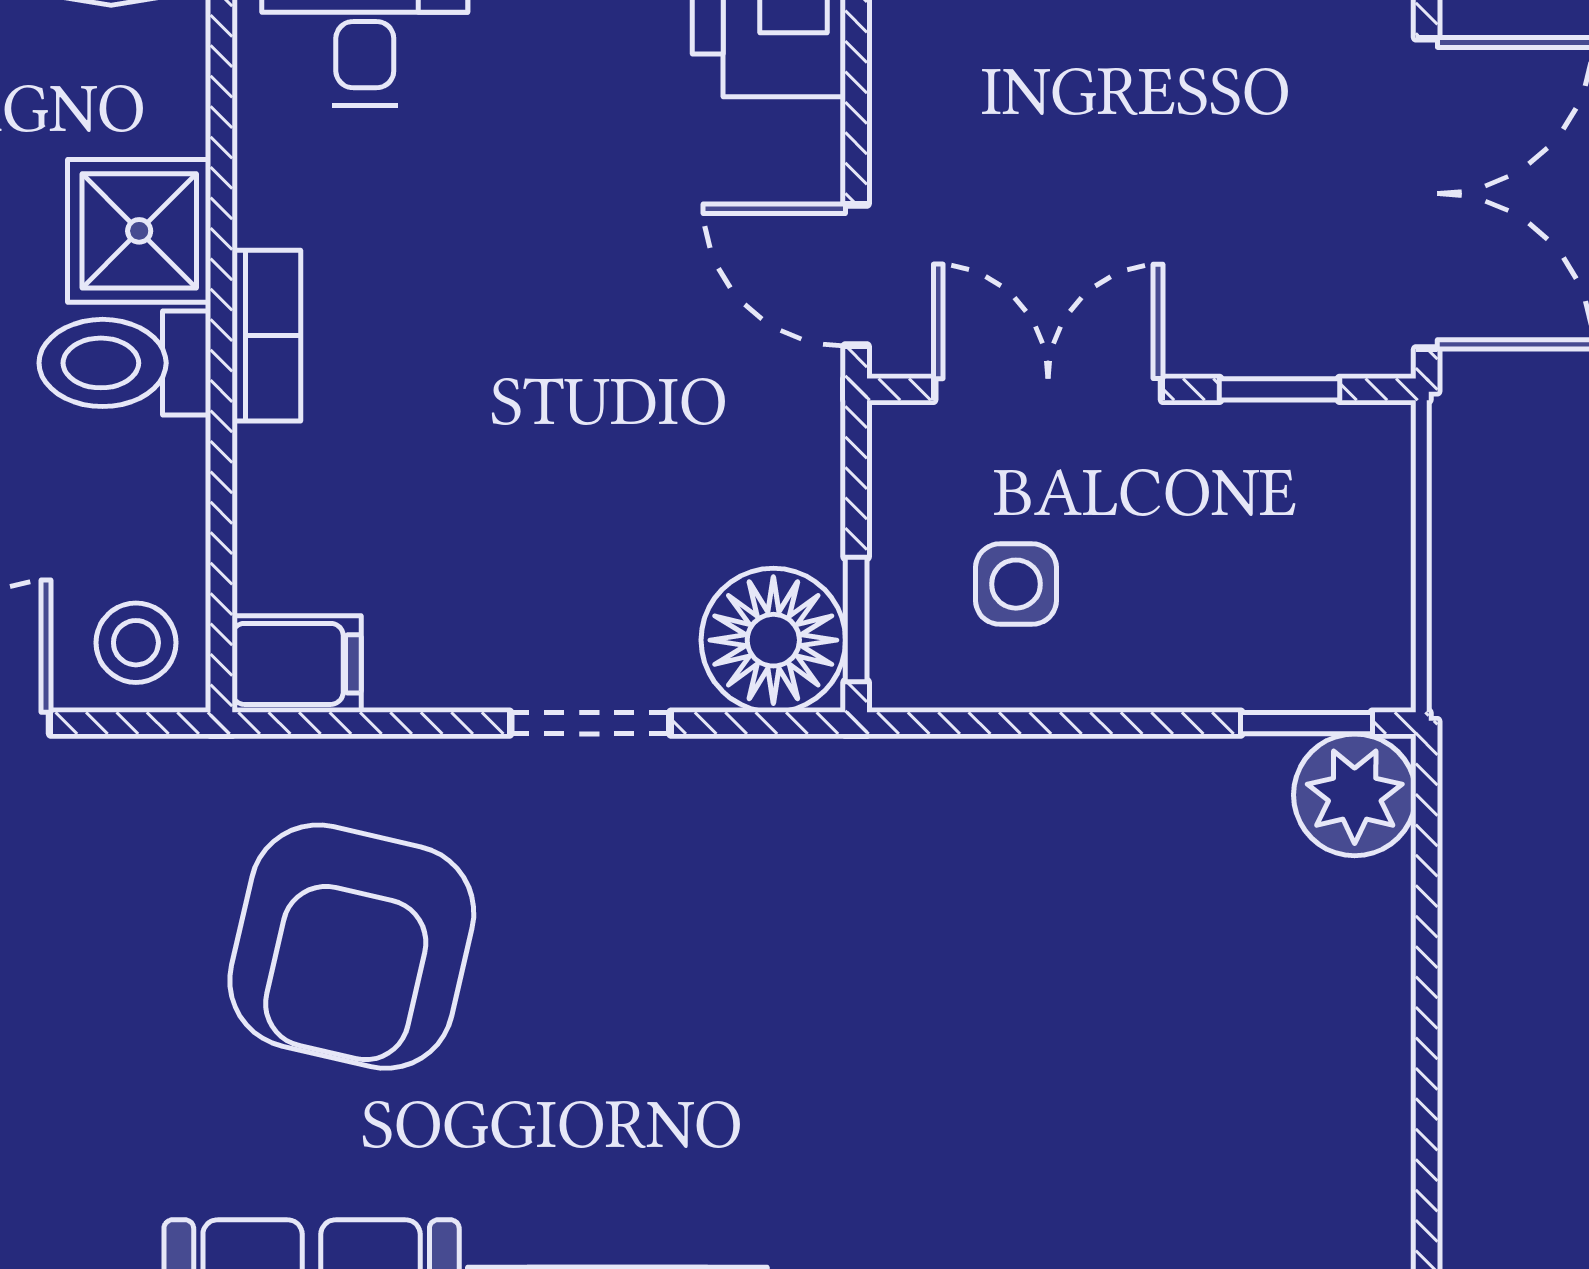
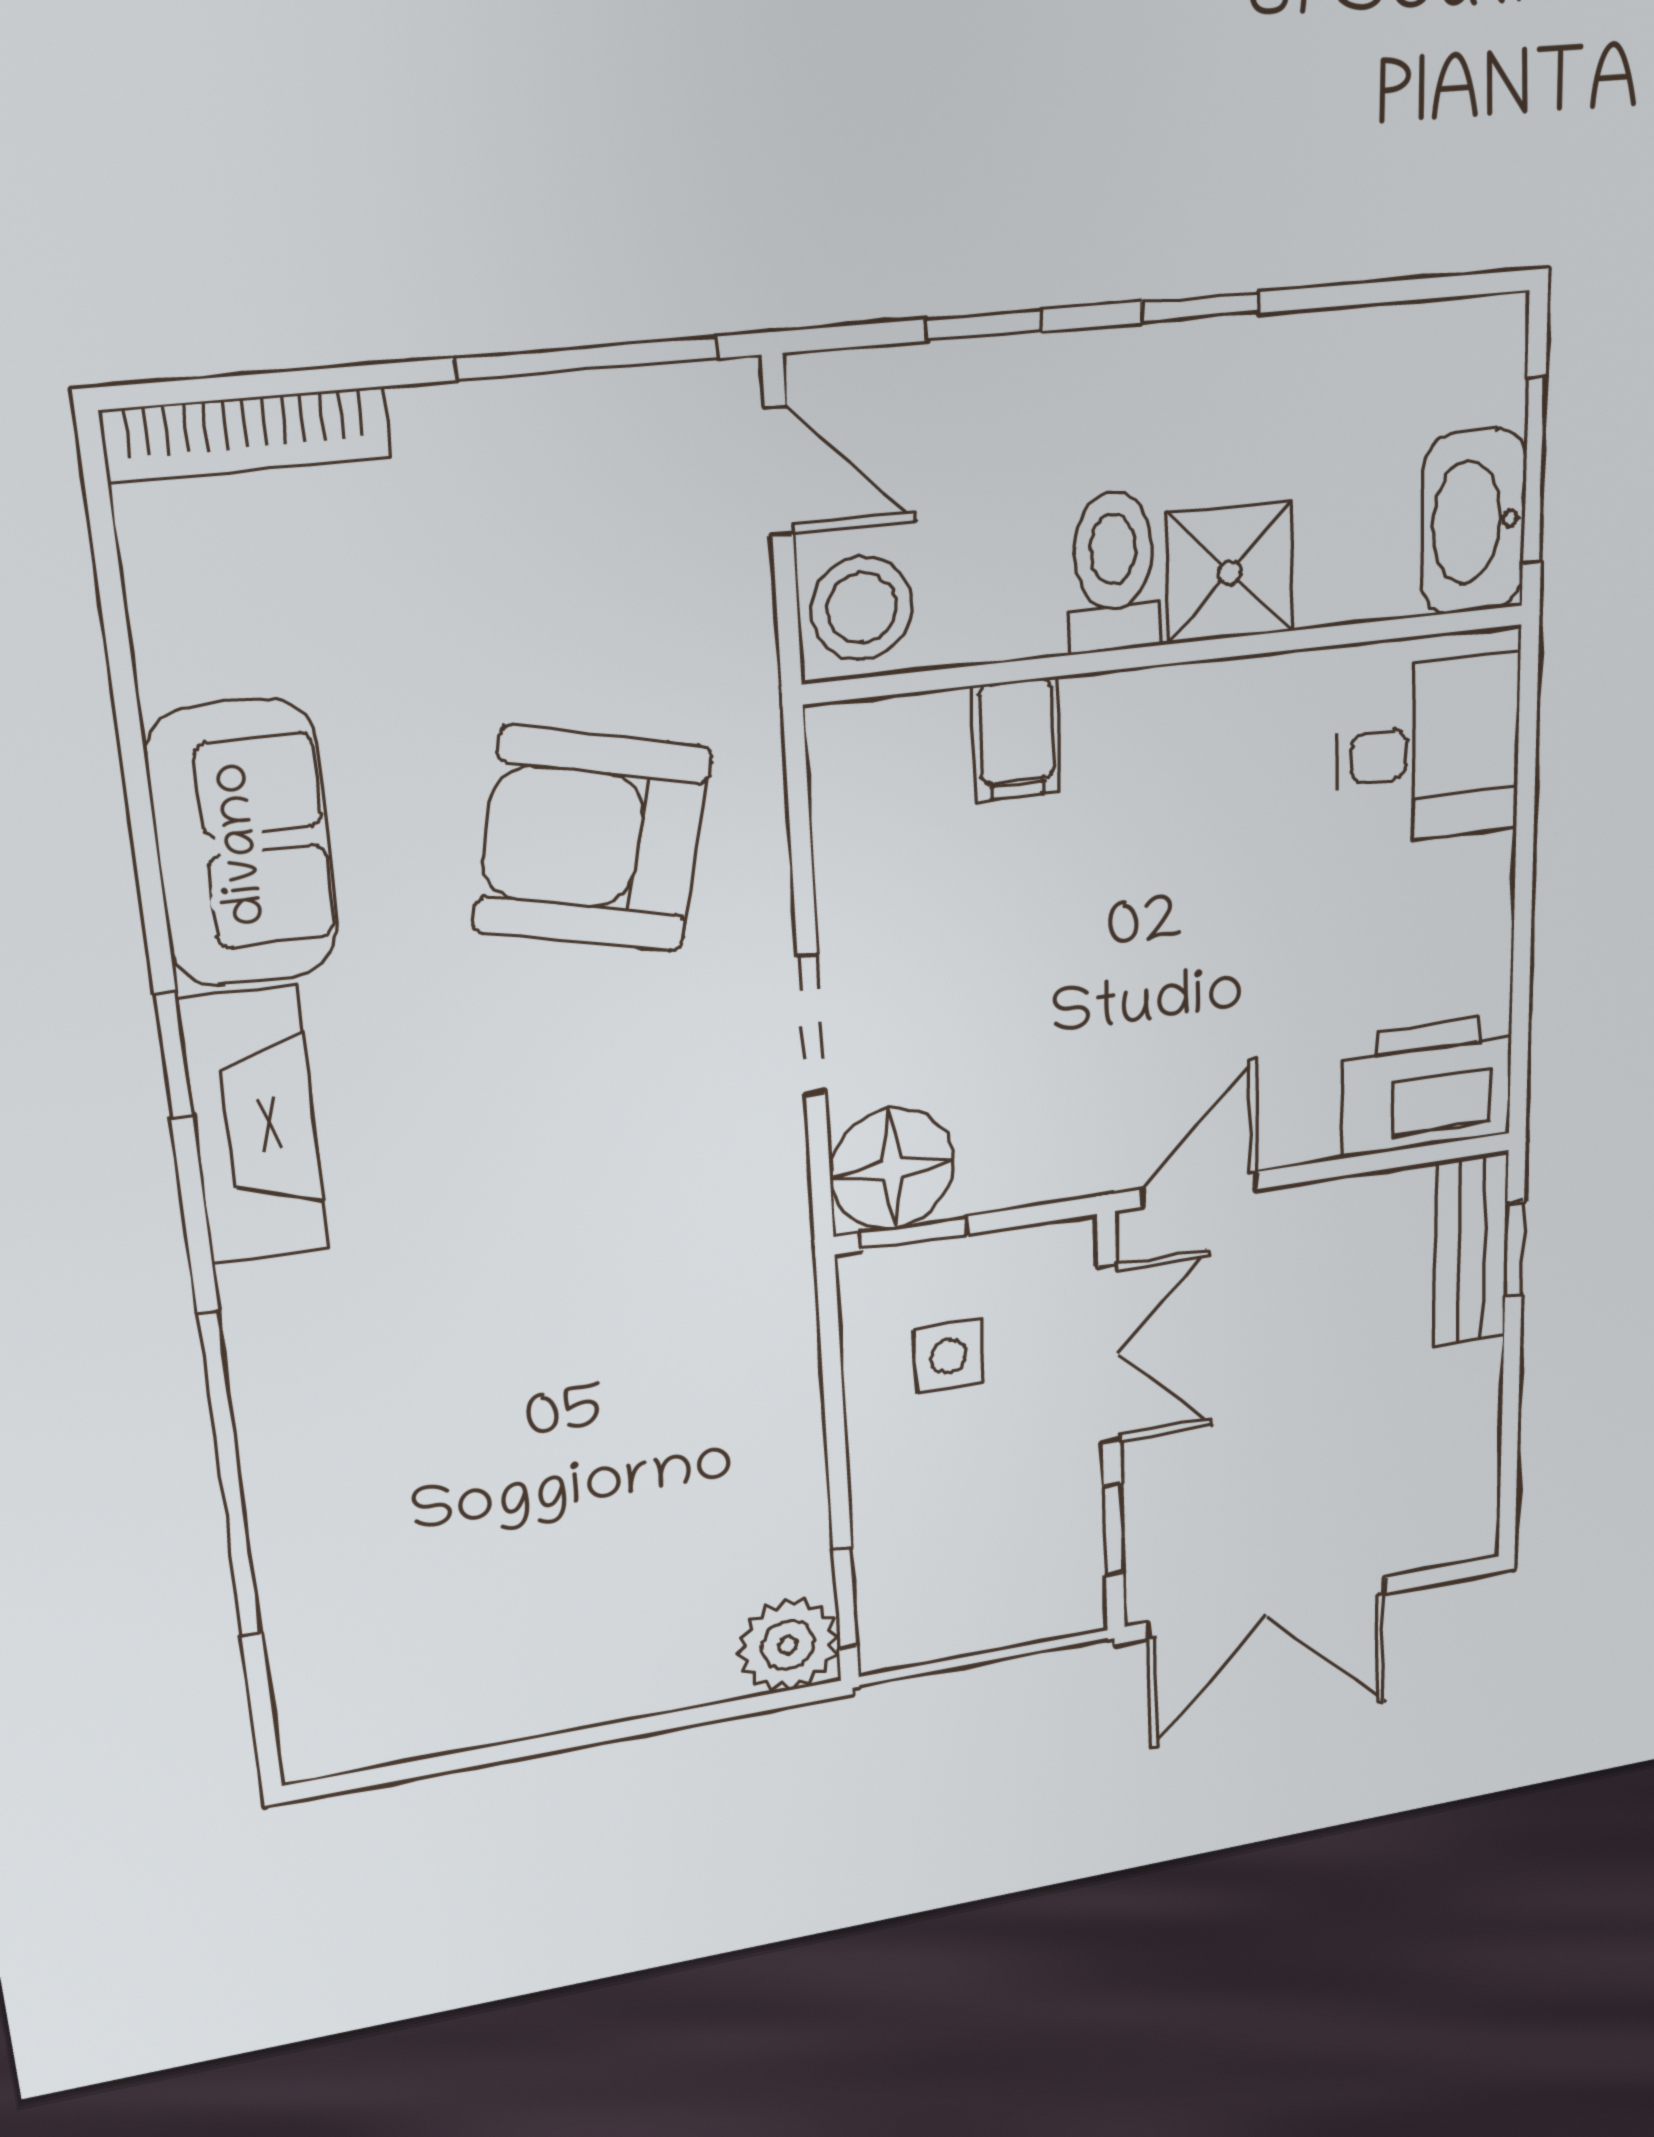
bookcase: (266, 336) -> (1140, 698), removed
stool: (136, 643) -> (862, 608), width x1.37, depth x1.37
filing cabinet: (297, 664) -> (1016, 739), moved

